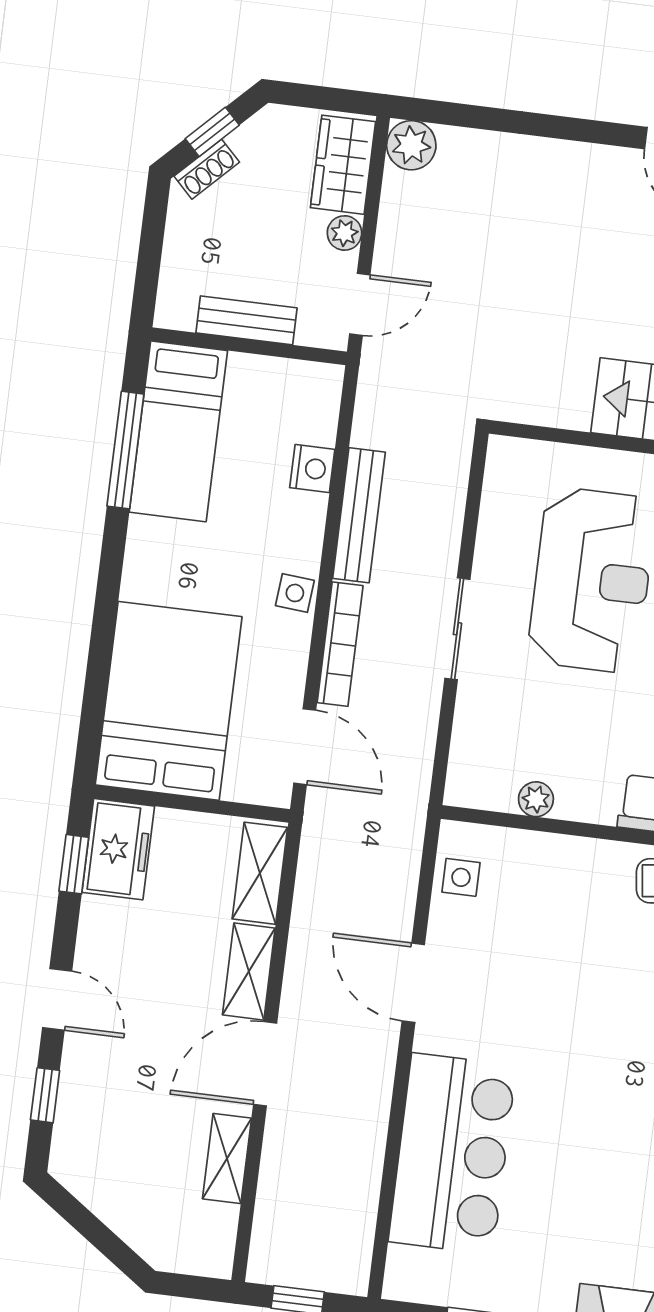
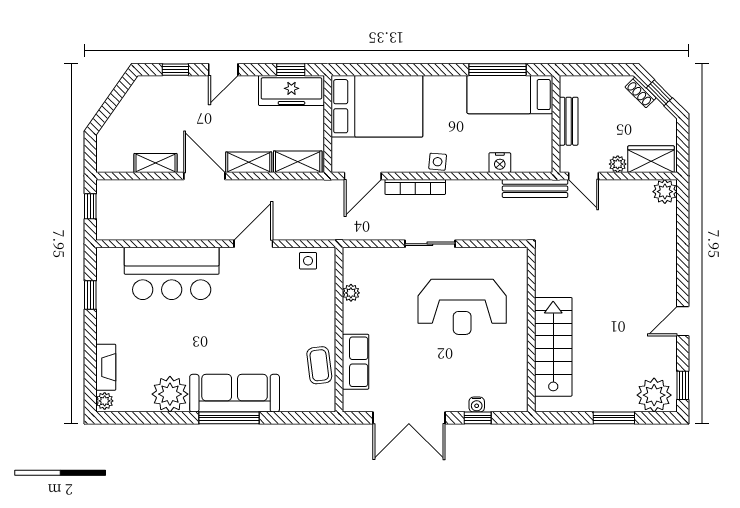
bench: (359, 515) -> (535, 188), moved
freezer: (118, 849) -> (291, 91), width x1.40

